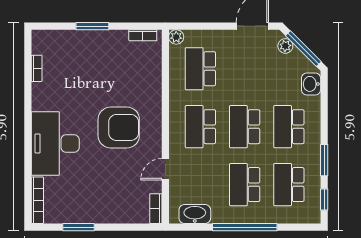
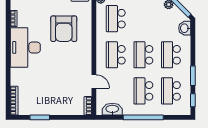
armchair: (119, 127) -> (64, 29), moved, turned 90
desk: (55, 143) -> (25, 47), moved
door: (165, 169) -> (94, 81), swing flipped

